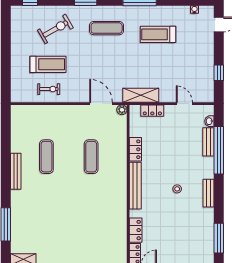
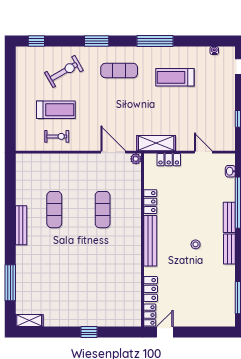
bench: (208, 142) -> (229, 217), moved

